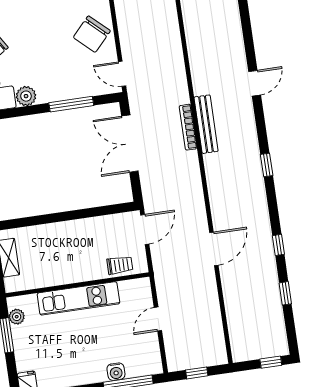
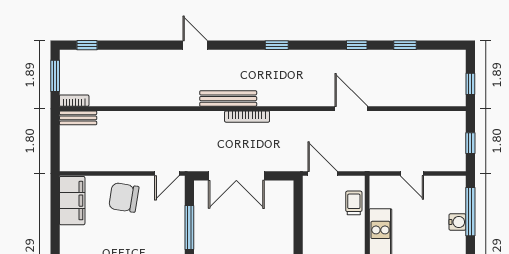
chair: (92, 34) -> (124, 197), turned 146
bookcase: (188, 127) -> (247, 117), moved
window: (271, 362) -> (470, 84), moved

